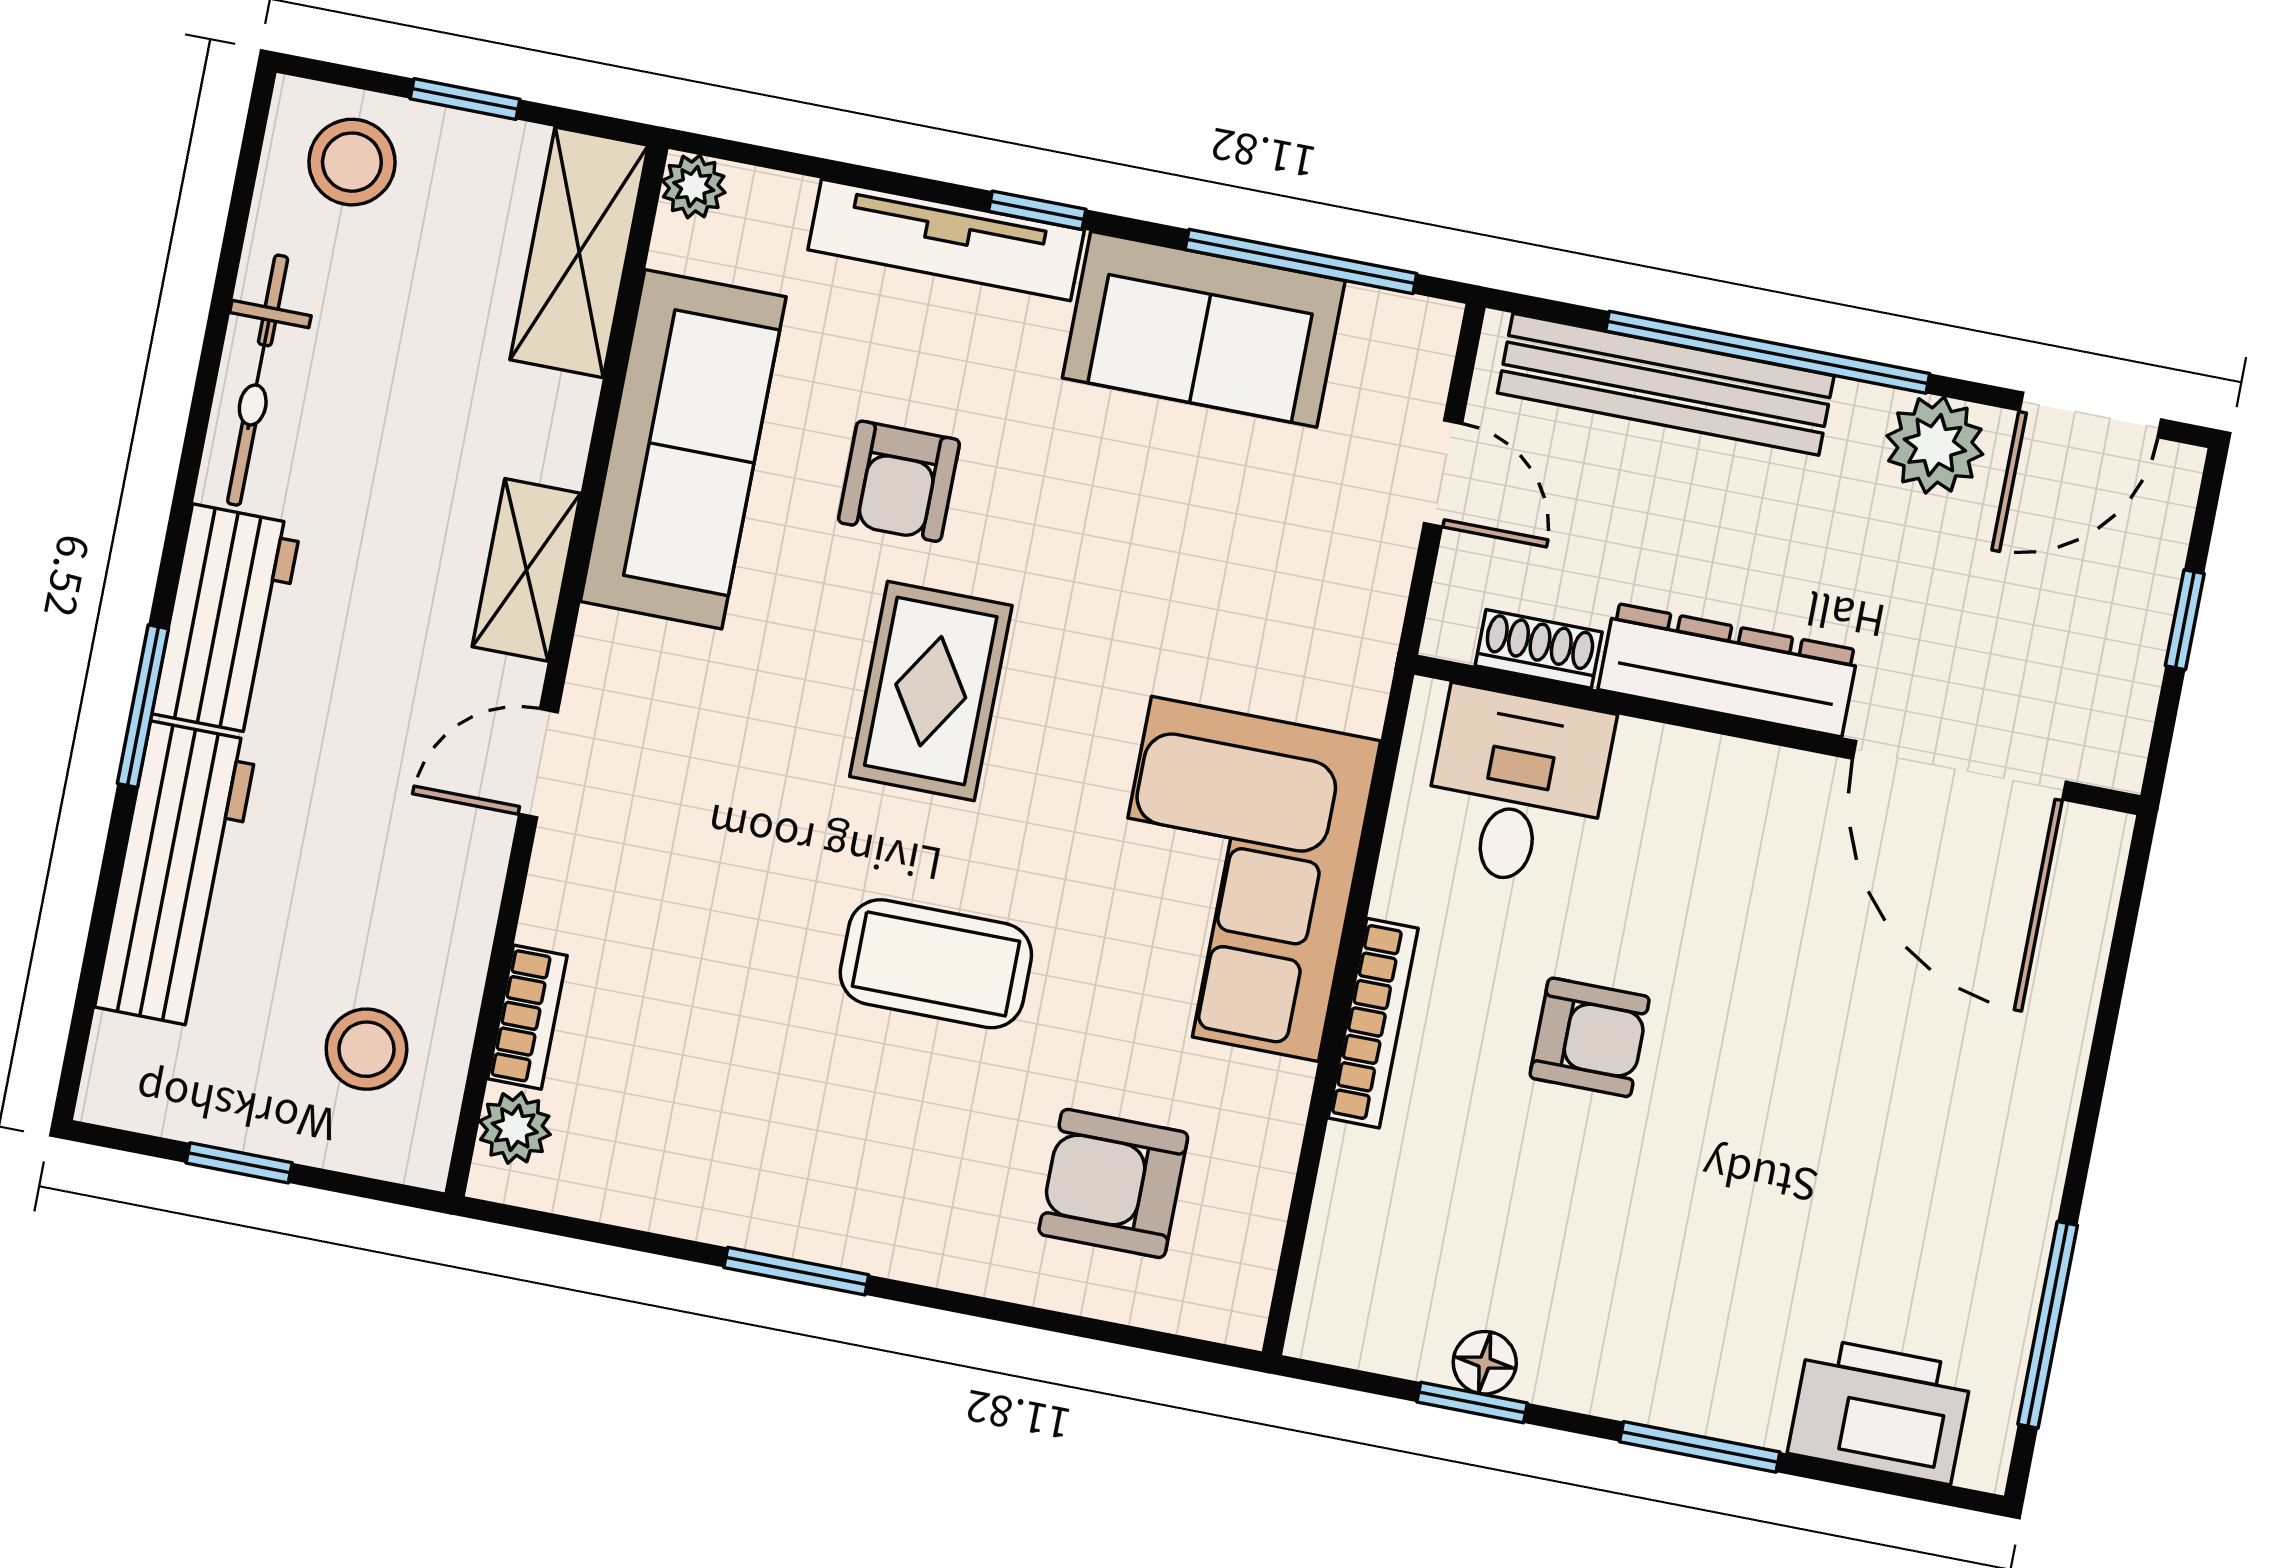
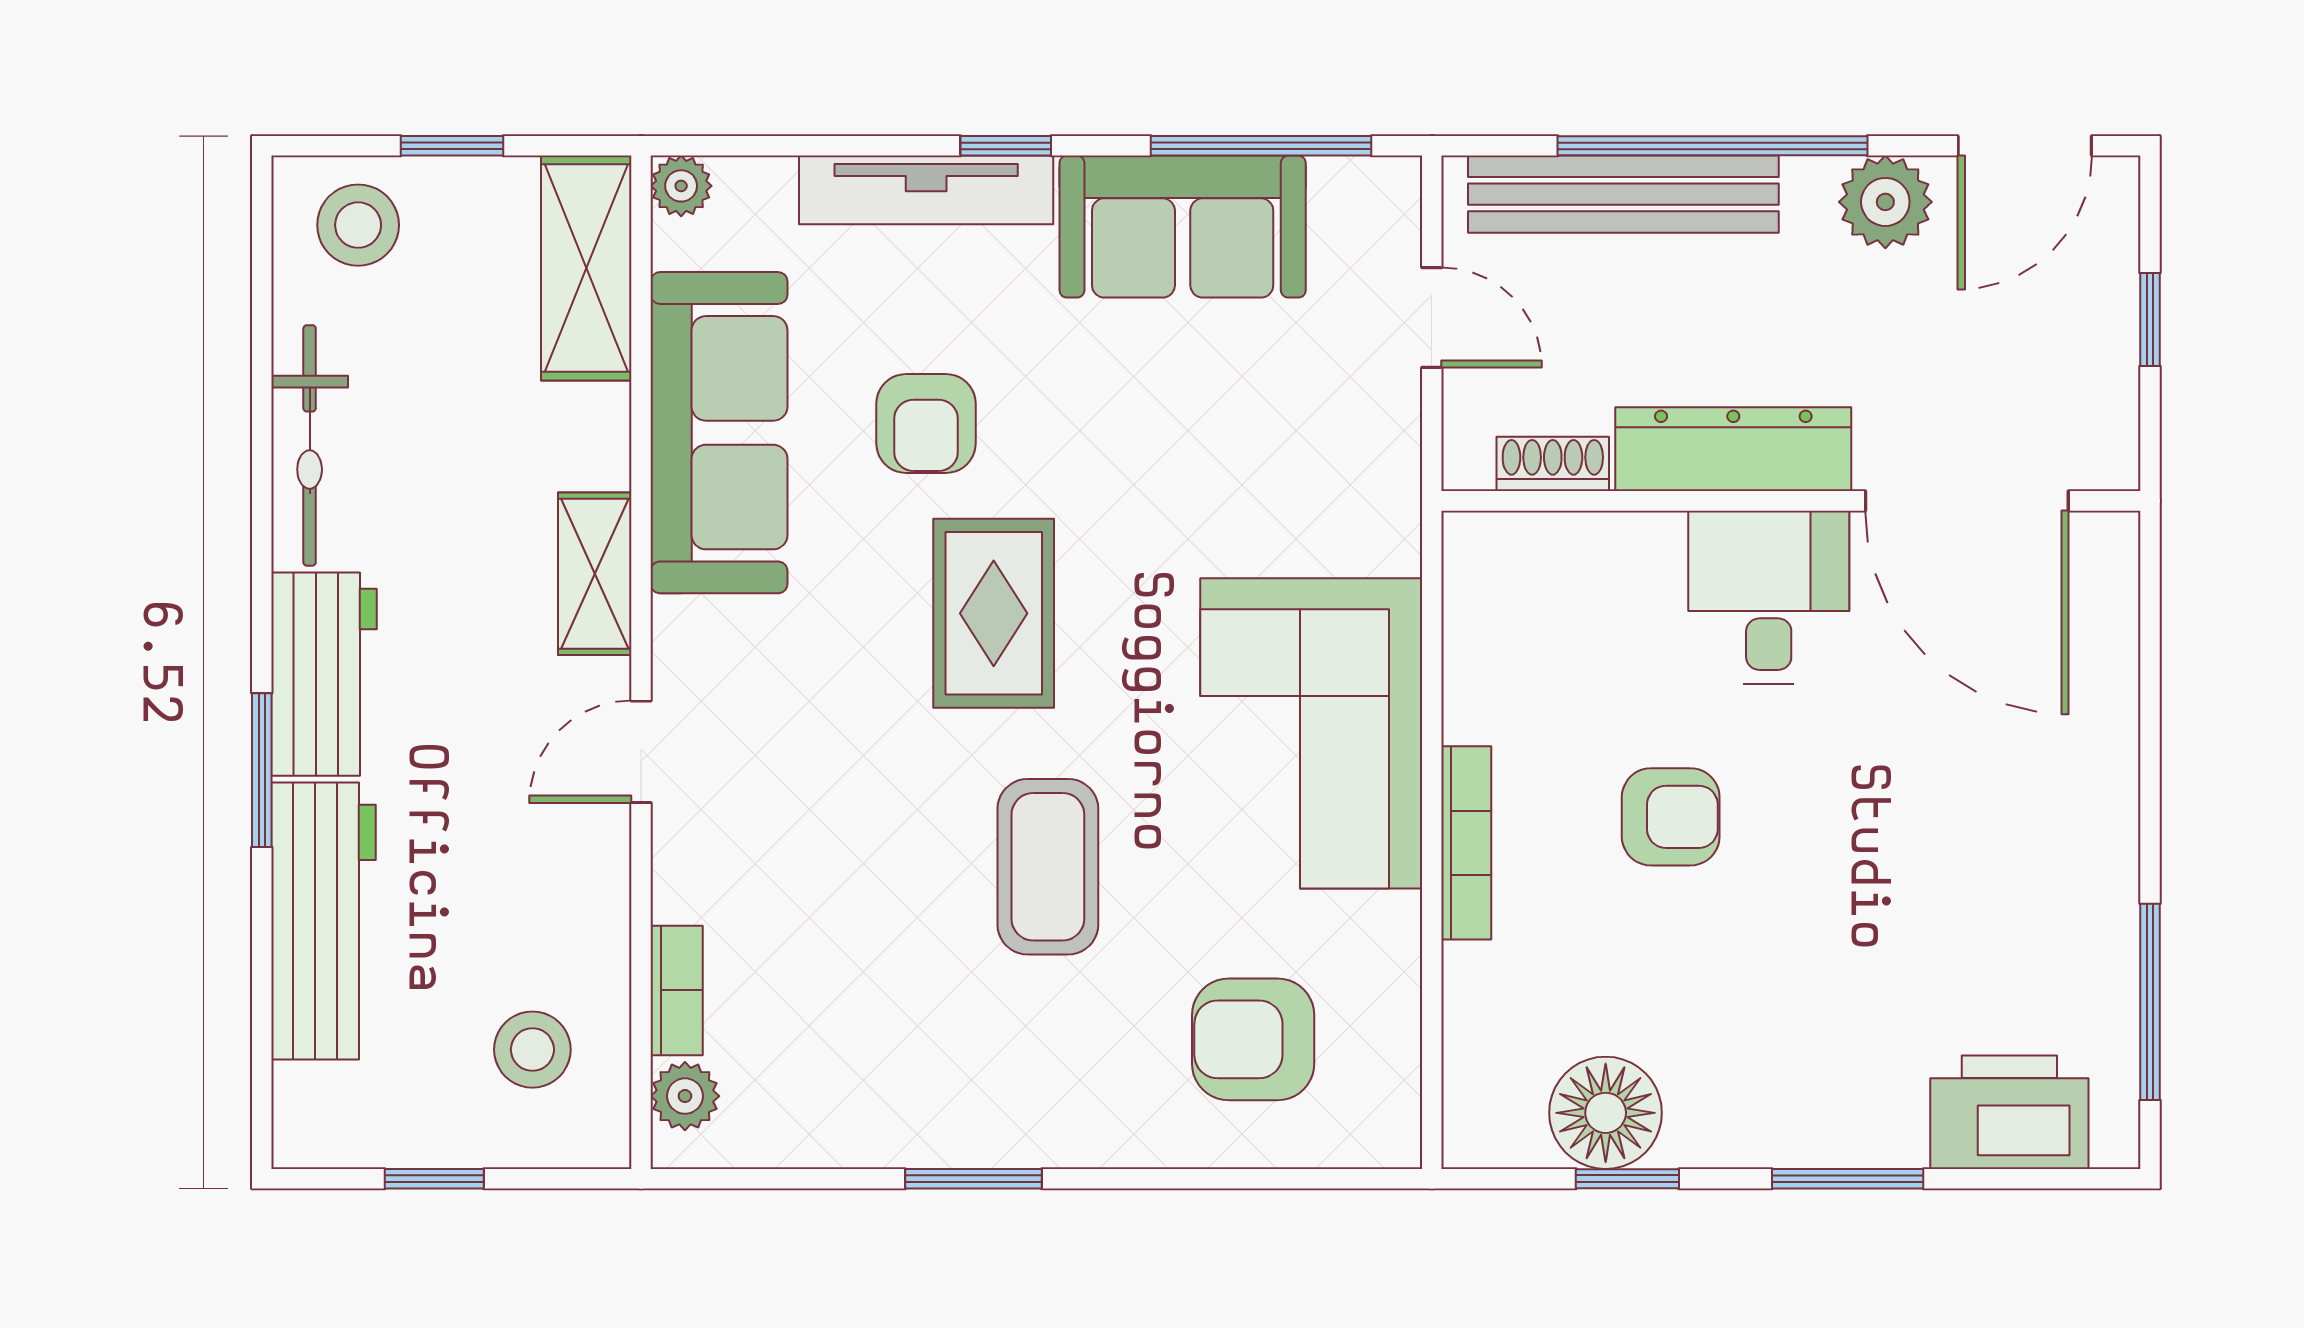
desk: (1517, 788) -> (1769, 597), moved
coffee table: (936, 964) -> (1048, 867), turned 90
floor lamp: (1485, 1363) -> (1606, 1113), width x1.89, depth x1.89

